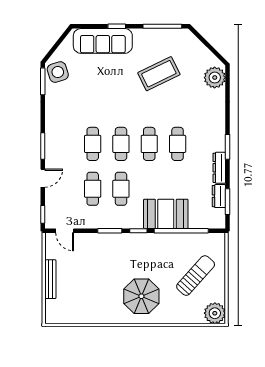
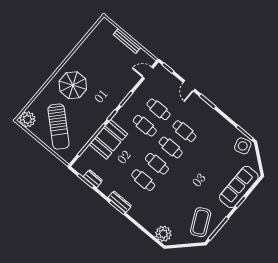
coffee table: (159, 74) -> (201, 222), moved
dresser: (219, 168) -> (120, 202), moved
sun lounger: (196, 276) -> (59, 127), width x1.36, depth x1.34

